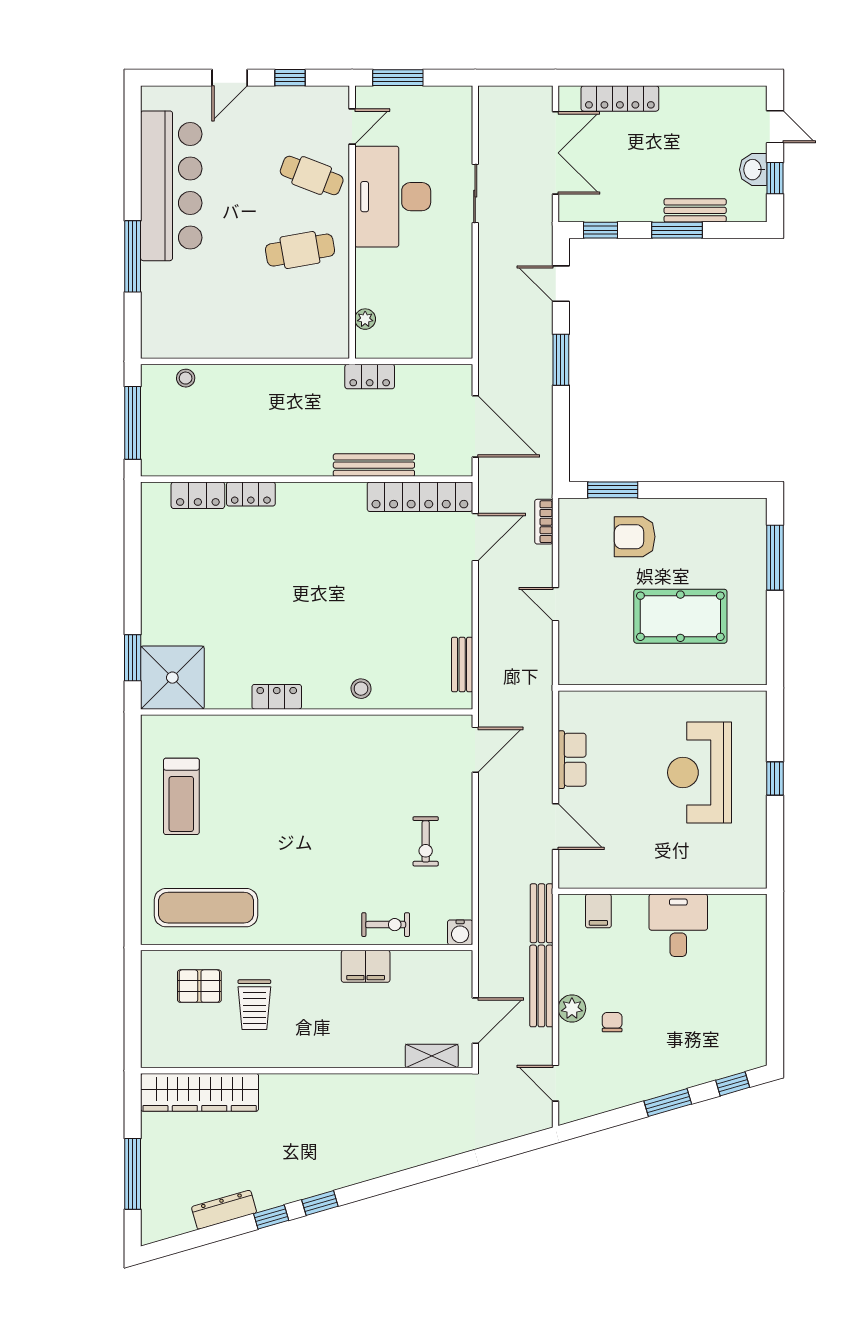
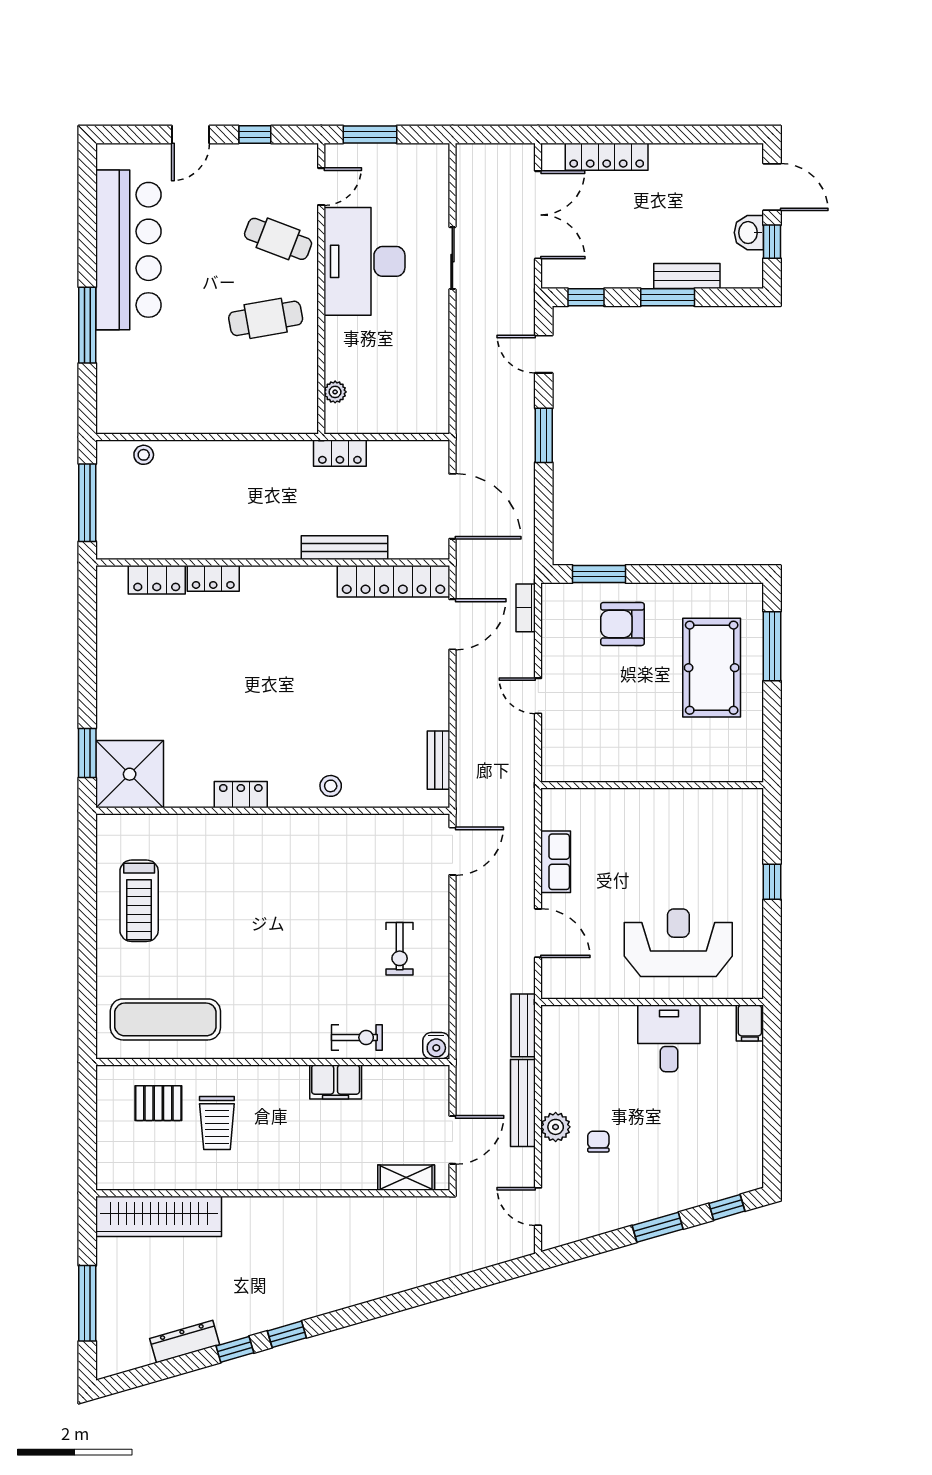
door: (775, 127) -> (772, 187), width x1.38
pool table: (680, 616) -> (712, 668), moved, turned 90
reception desk: (699, 773) -> (678, 943), moved, turned 90
filing cabinet: (598, 911) -> (750, 1023), moved

